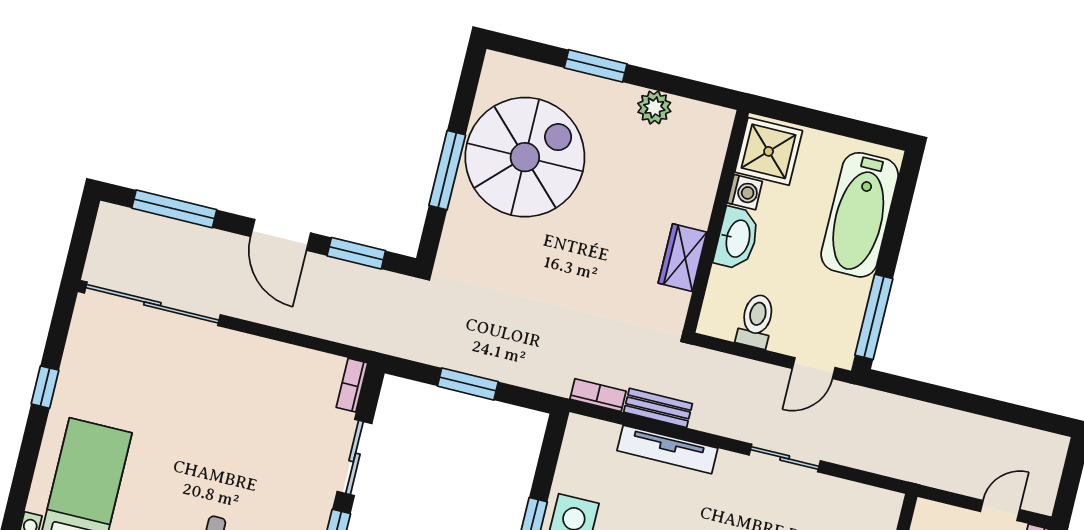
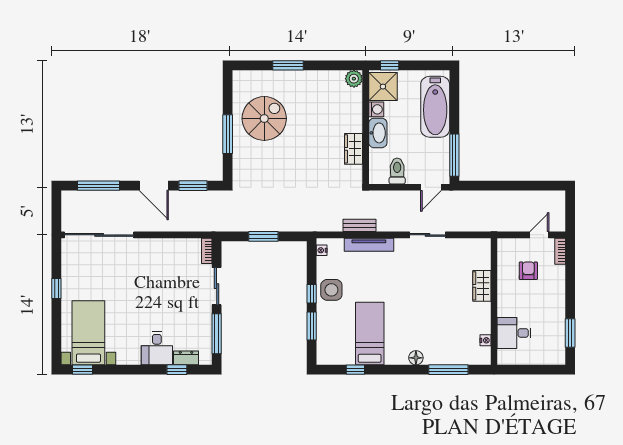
plant: (654, 107) -> (354, 79), moved
window: (791, 114) -> (390, 65), added
spiral stairs: (525, 157) -> (264, 118), width x0.73, depth x0.73
bookcase: (598, 395) -> (328, 226), removed
nightstand: (574, 438) -> (322, 250), added

